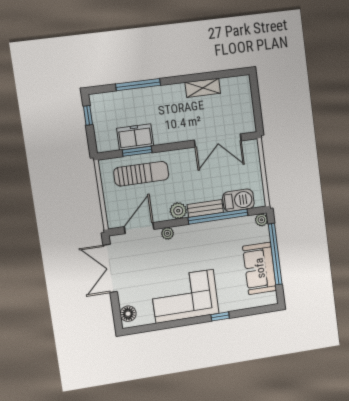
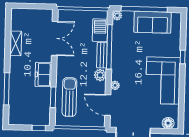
window: (88, 115) -> (39, 128), moved
freezer: (135, 137) -> (43, 75), moved

